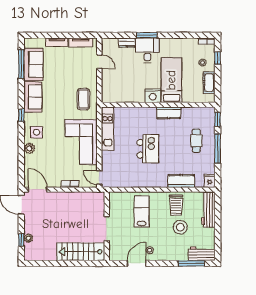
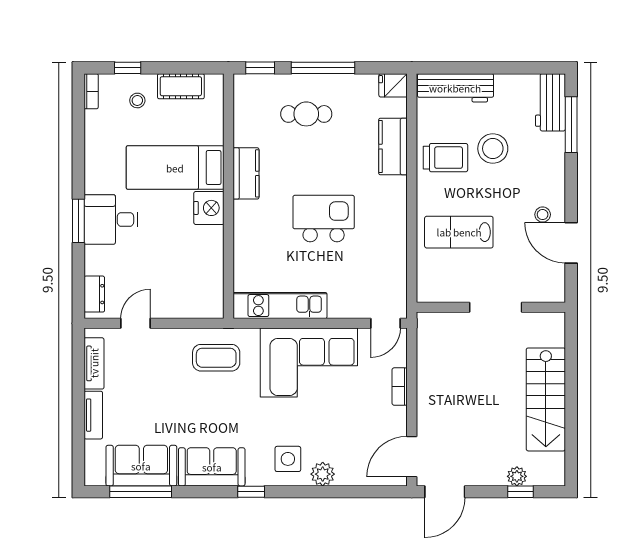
dresser: (127, 43) -> (94, 294), moved
stairs: (81, 252) -> (546, 399), moved

